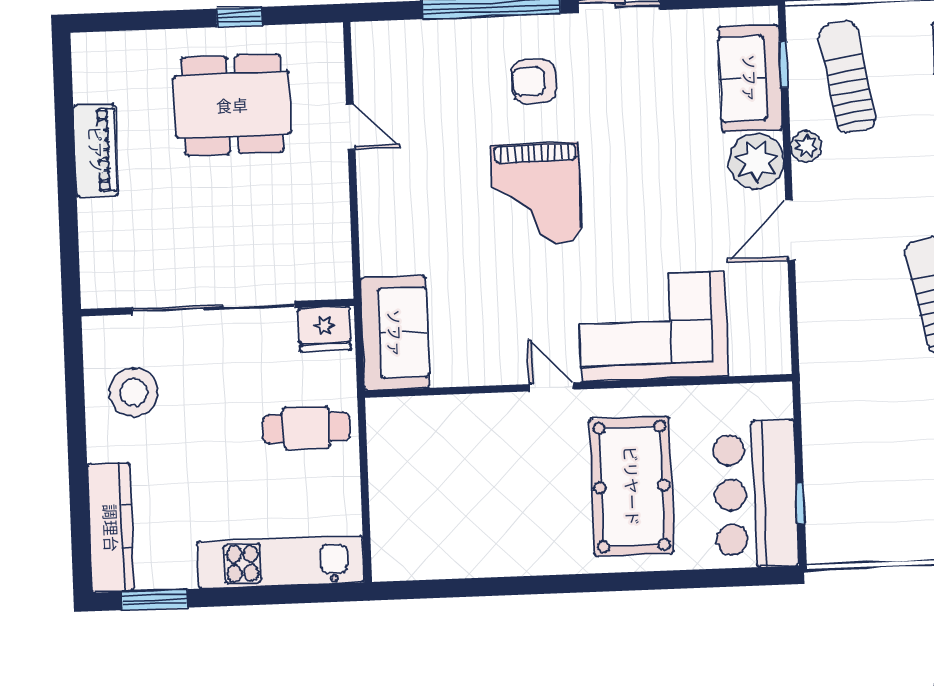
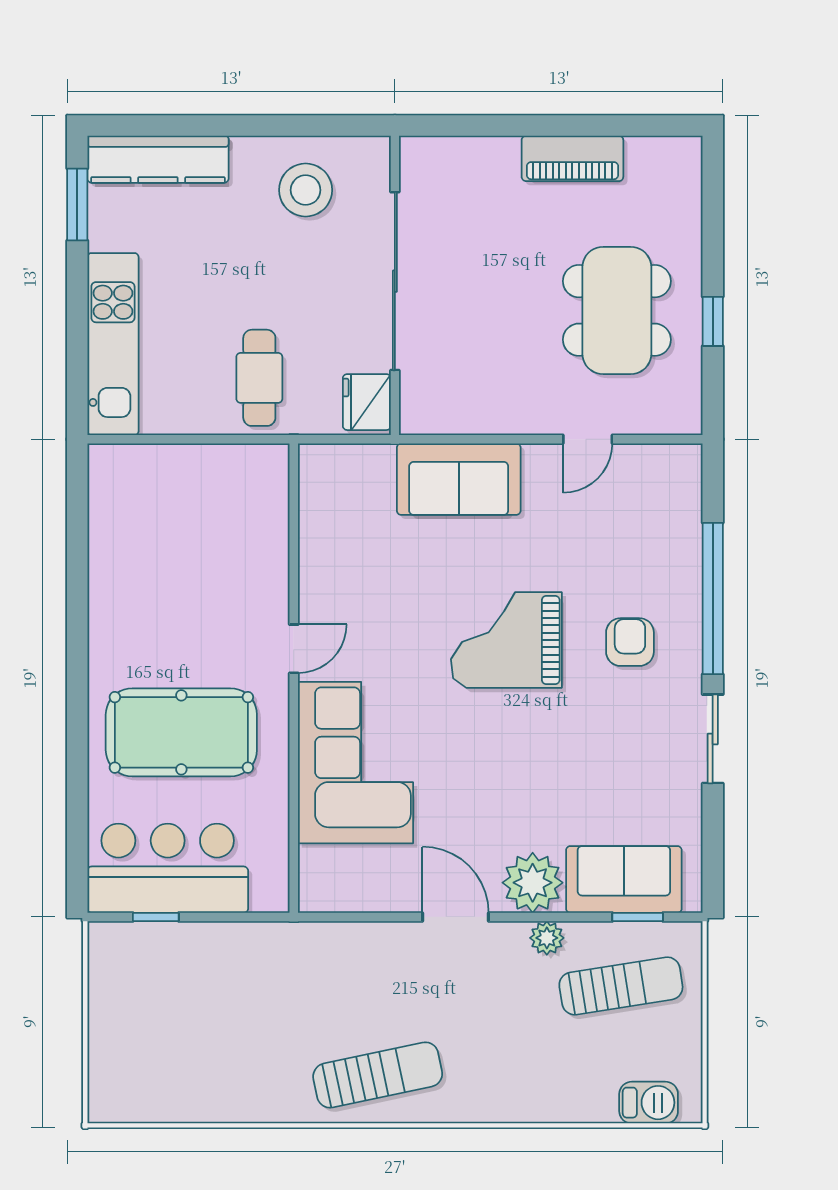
sofa: (395, 333) -> (459, 479), moved

